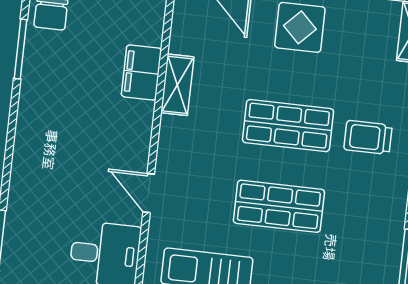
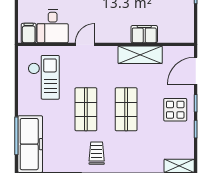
shelving: (177, 85) -> (140, 55), width x1.50, depth x1.33
trolley: (368, 137) -> (97, 153), moved

